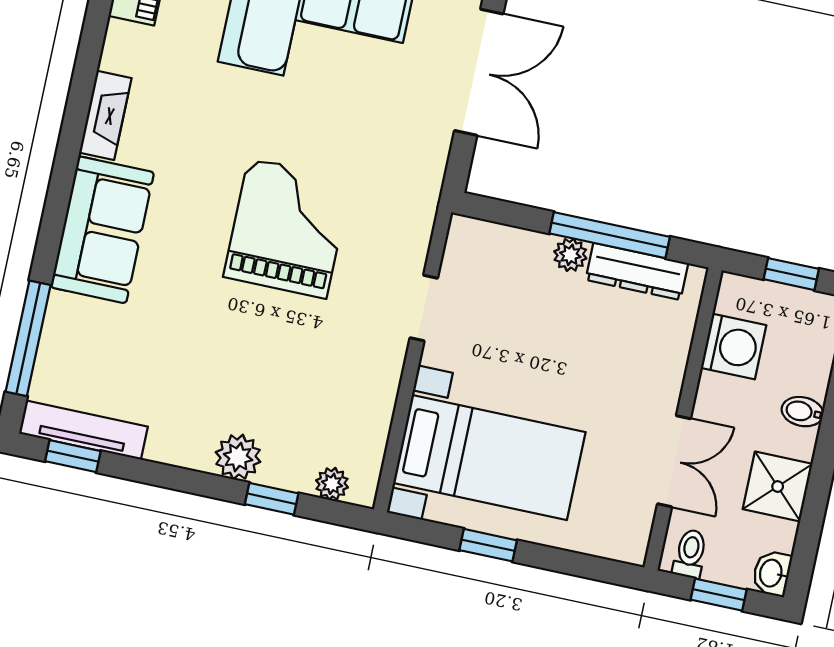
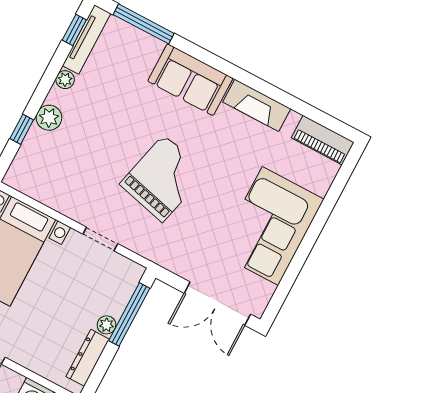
fireplace: (105, 115) -> (257, 105), width x1.37, depth x1.32
grand piano: (287, 228) -> (163, 178), turned -76
window: (610, 235) -> (129, 314), moved
plant: (332, 484) -> (65, 80), moved

